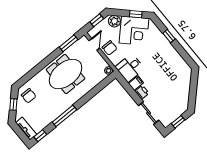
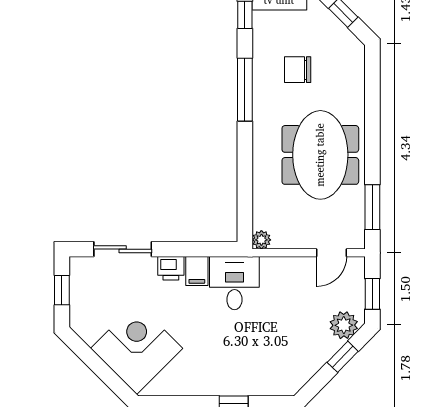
window: (136, 14) -> (343, 357), moved
corner desk: (134, 31) -> (137, 348), moved, turned 91
door: (94, 44) -> (332, 253), hinge flipped
chair: (110, 48) -> (302, 276), removed
chair: (29, 96) -> (298, 70), moved

